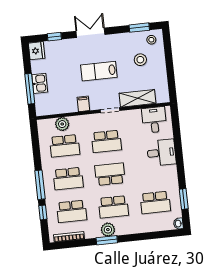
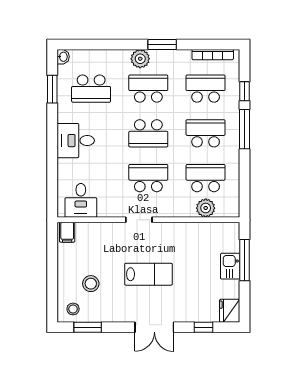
shelving: (138, 98) -> (100, 232), removed
filing cabinet: (83, 104) -> (67, 232), moved
desk: (161, 153) -> (76, 141), moved
school desk: (155, 202) -> (91, 89), turned 180
plant: (108, 230) -> (140, 59), moved

